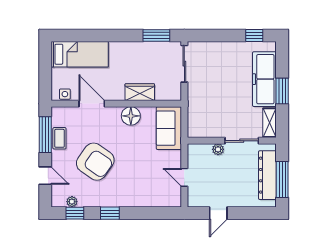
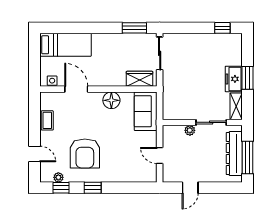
freezer: (264, 79) -> (234, 79), width x0.52, depth x0.79
wardrobe: (140, 92) -> (140, 79), moved
window: (45, 135) -> (34, 117), removed
armchair: (95, 162) -> (85, 153), moved, turned 55

